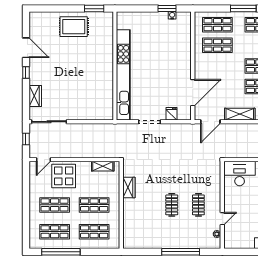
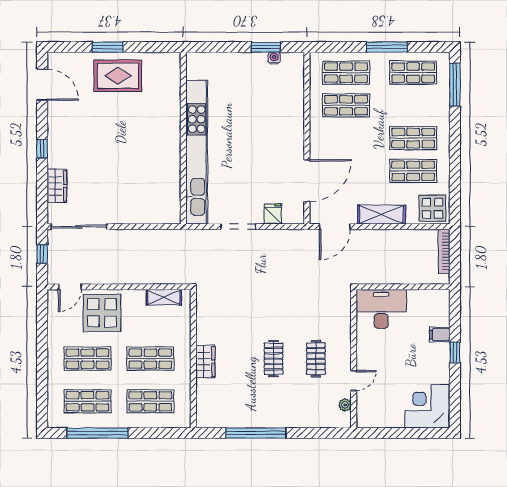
window: (94, 9) -> (108, 47), moved
door: (26, 48) -> (42, 85), moved
wardrobe: (129, 187) -> (205, 362), moved
window: (181, 252) -> (256, 433), moved

